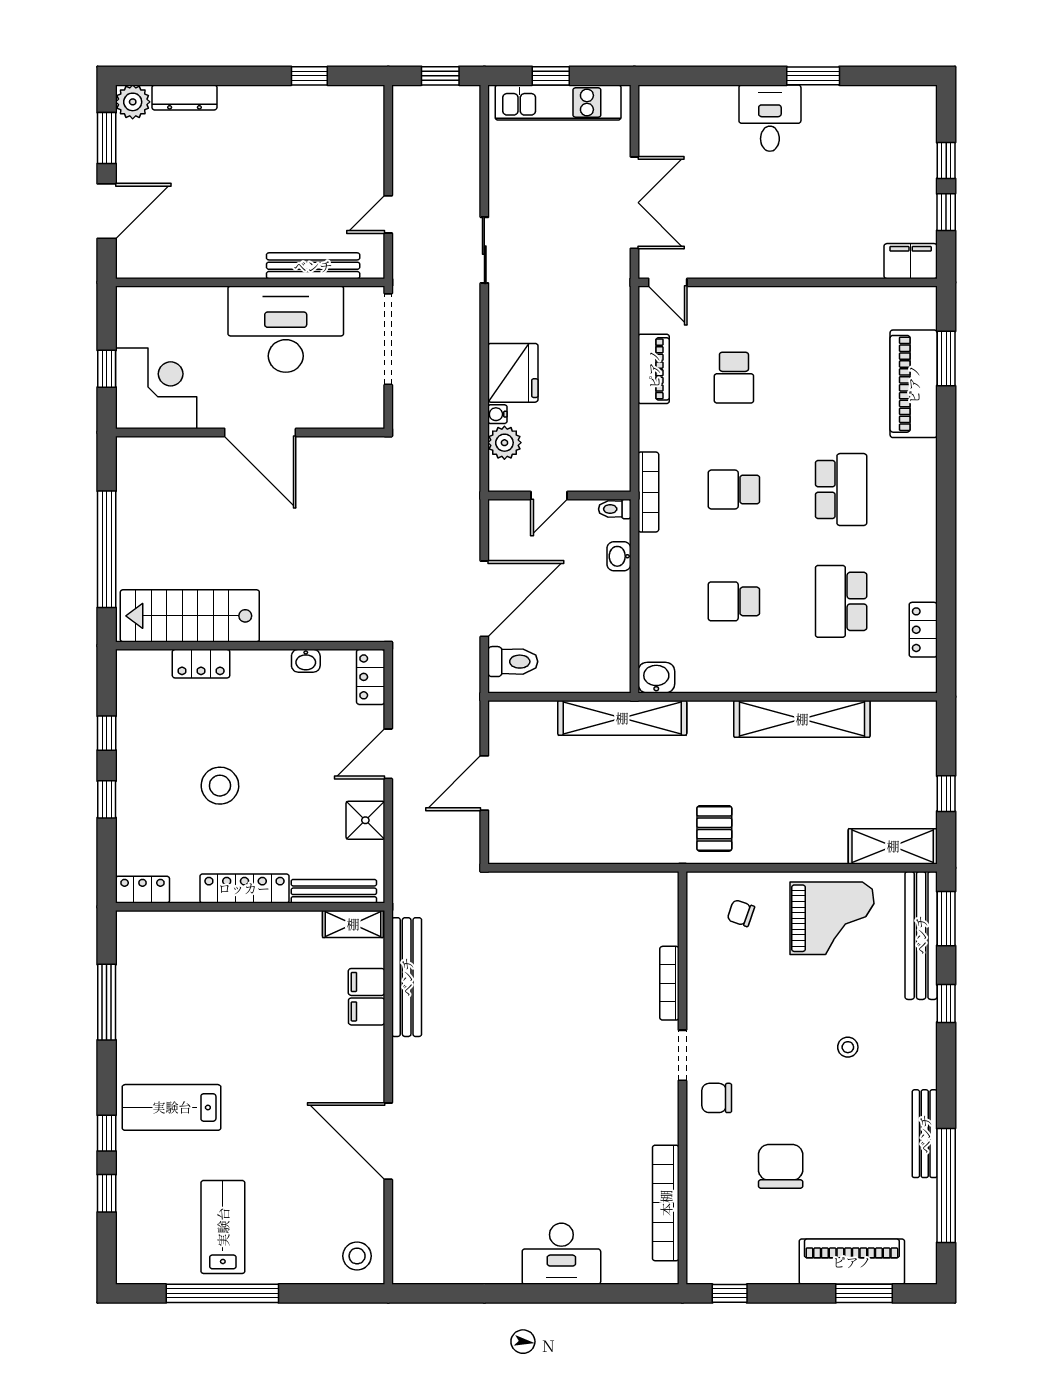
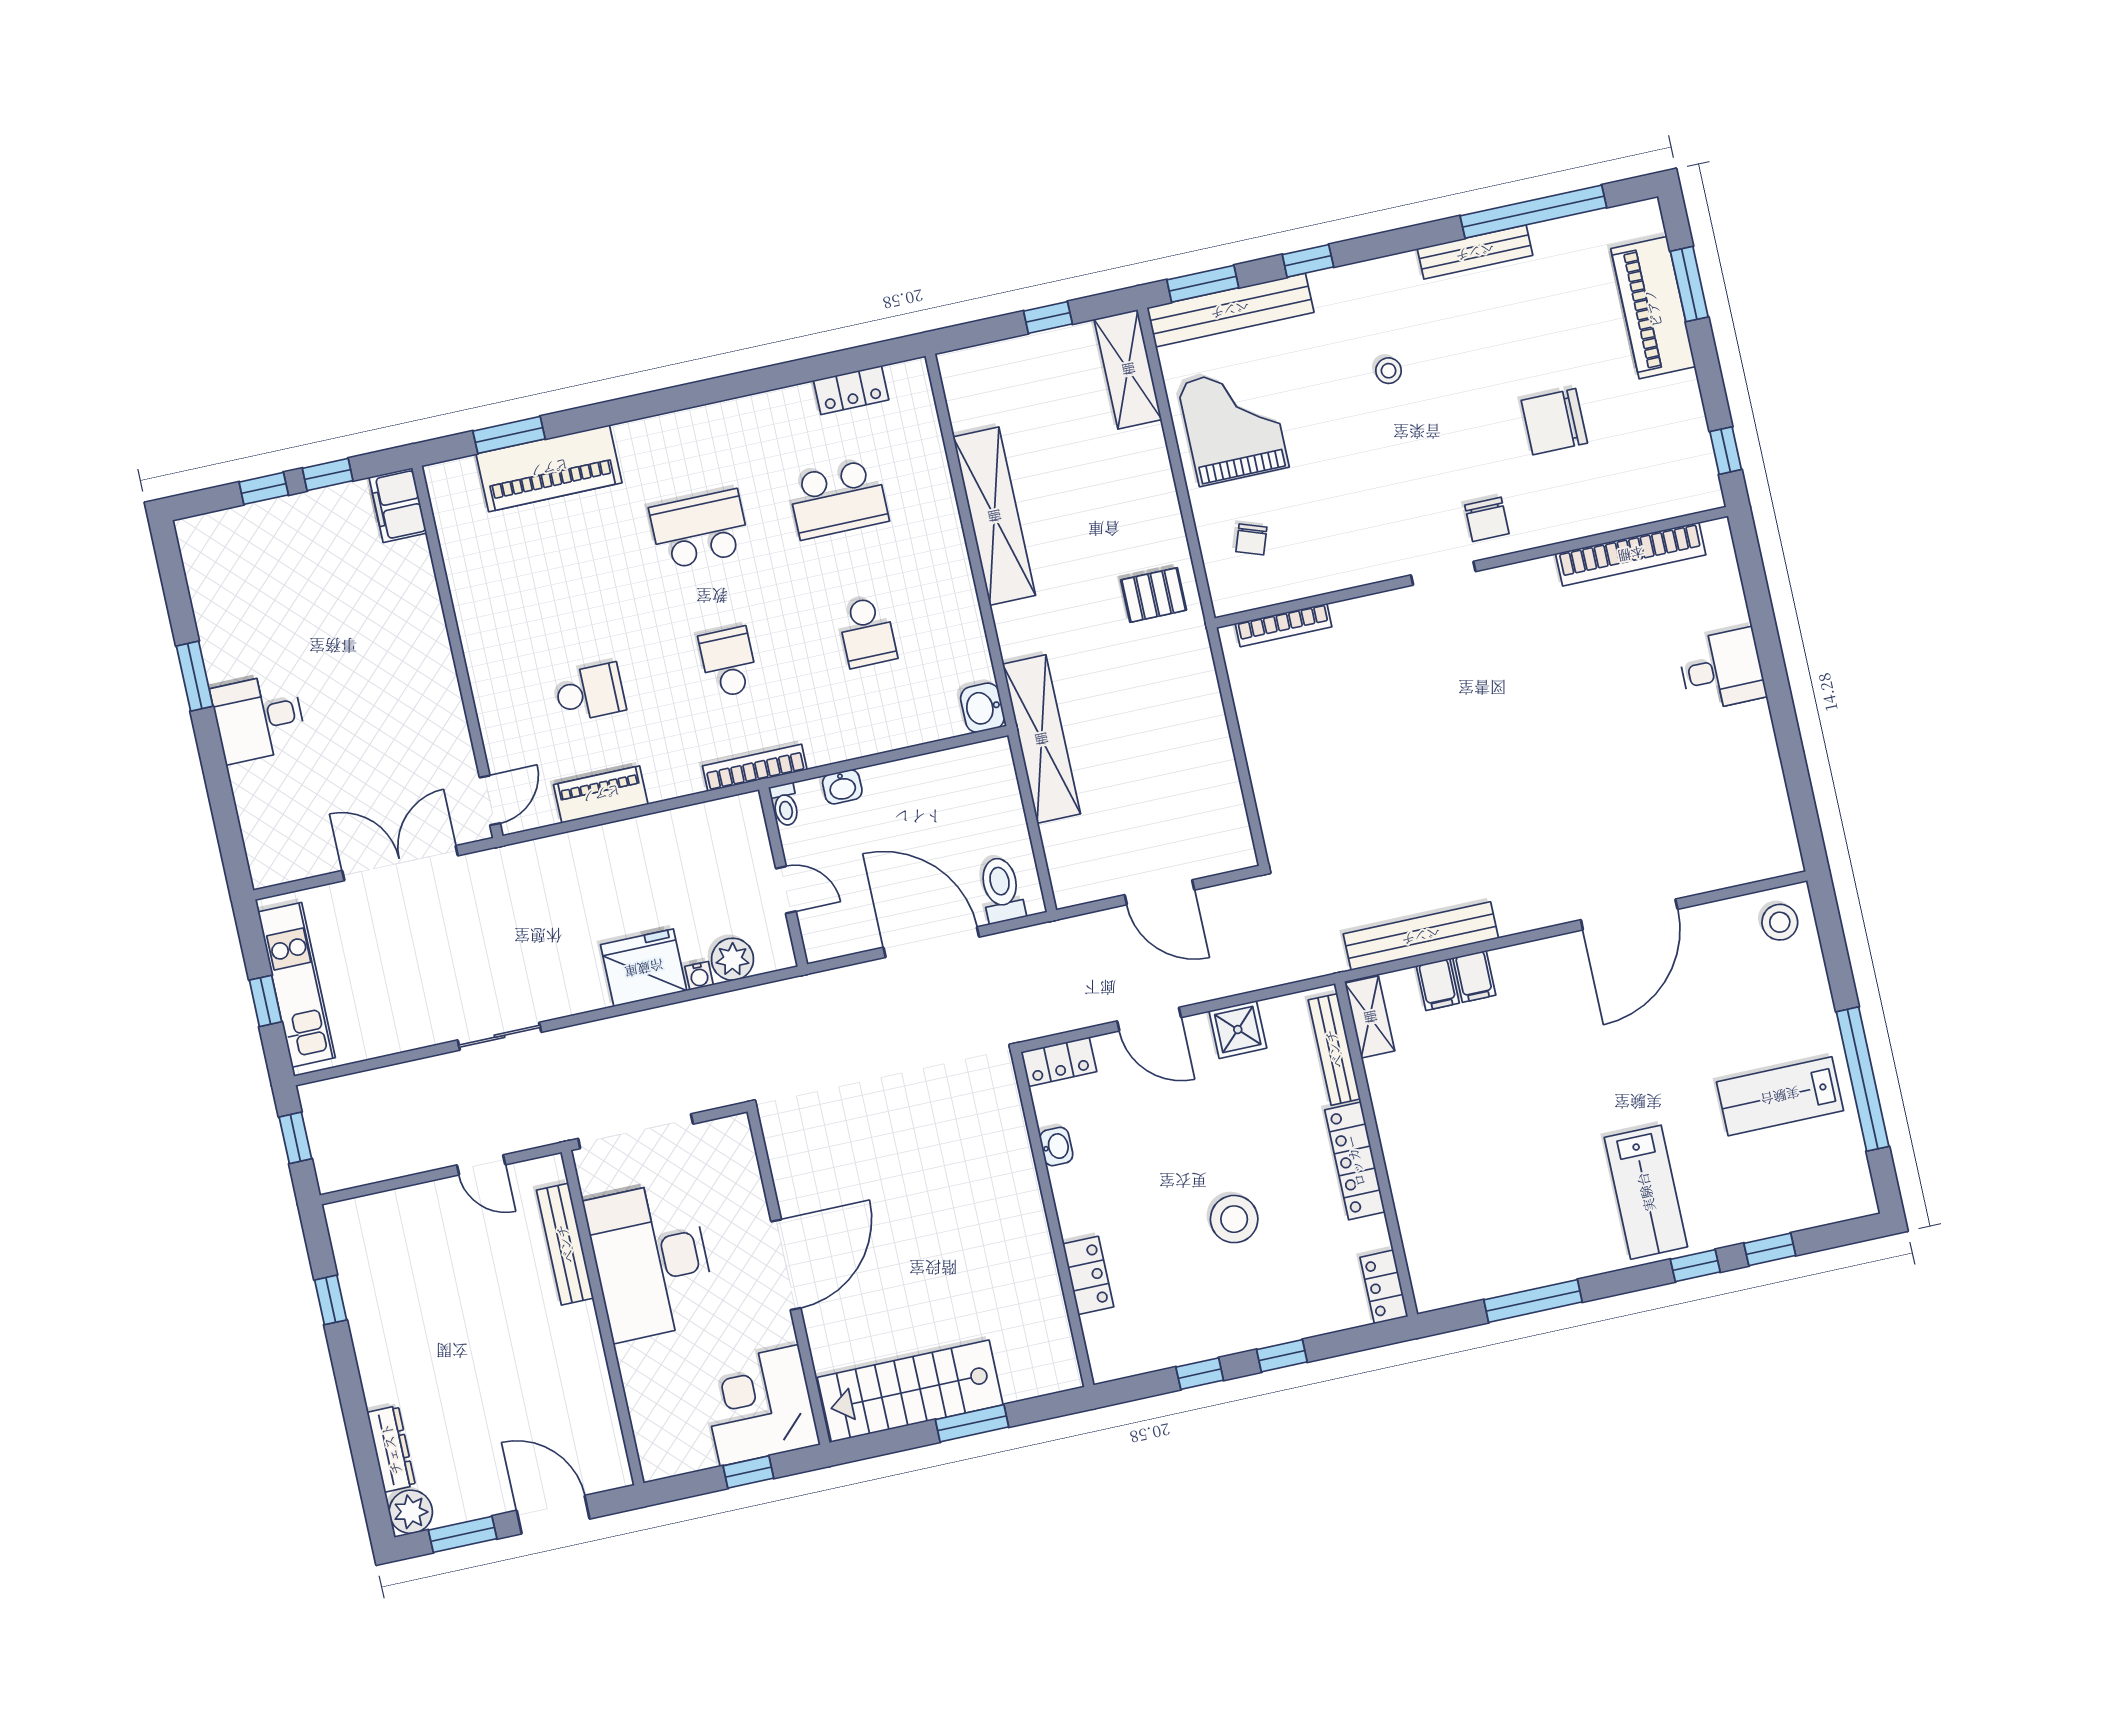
school desk: (734, 490) -> (729, 662), turned 180
window: (107, 549) -> (972, 1423), width x0.47
stairs: (190, 616) -> (910, 1391), moved, turned 90
bookcase: (669, 983) -> (1283, 625), moved
desk: (561, 1254) -> (1722, 670), width x0.73

